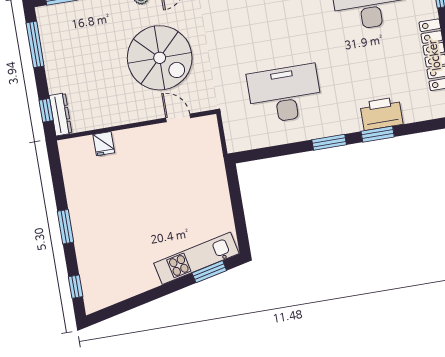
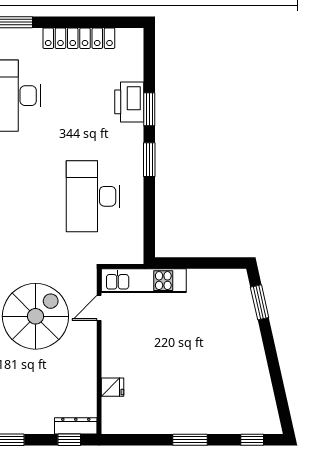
kitchen unit: (196, 258) -> (144, 281), moved, turned -77

